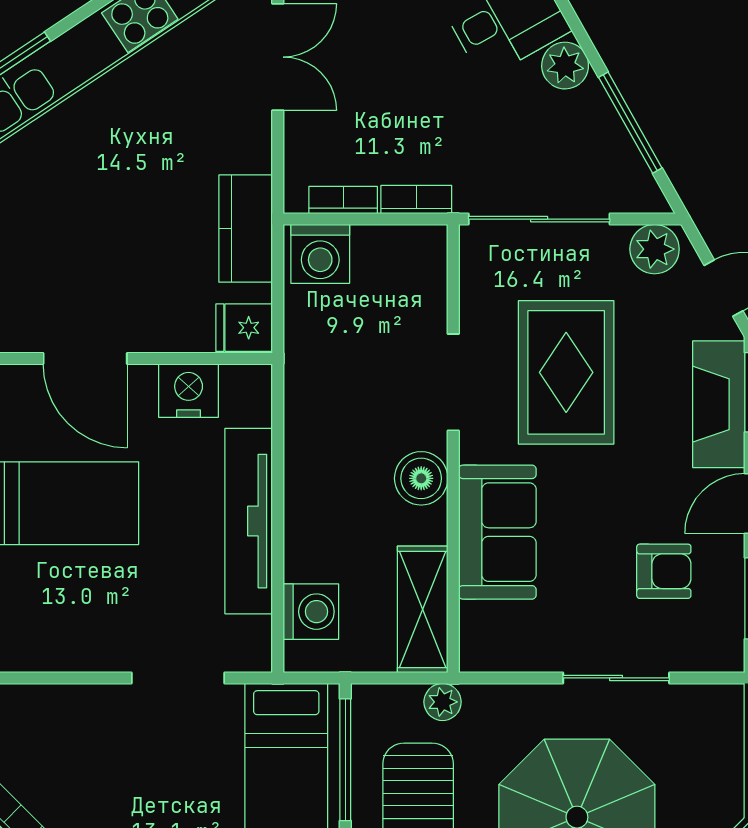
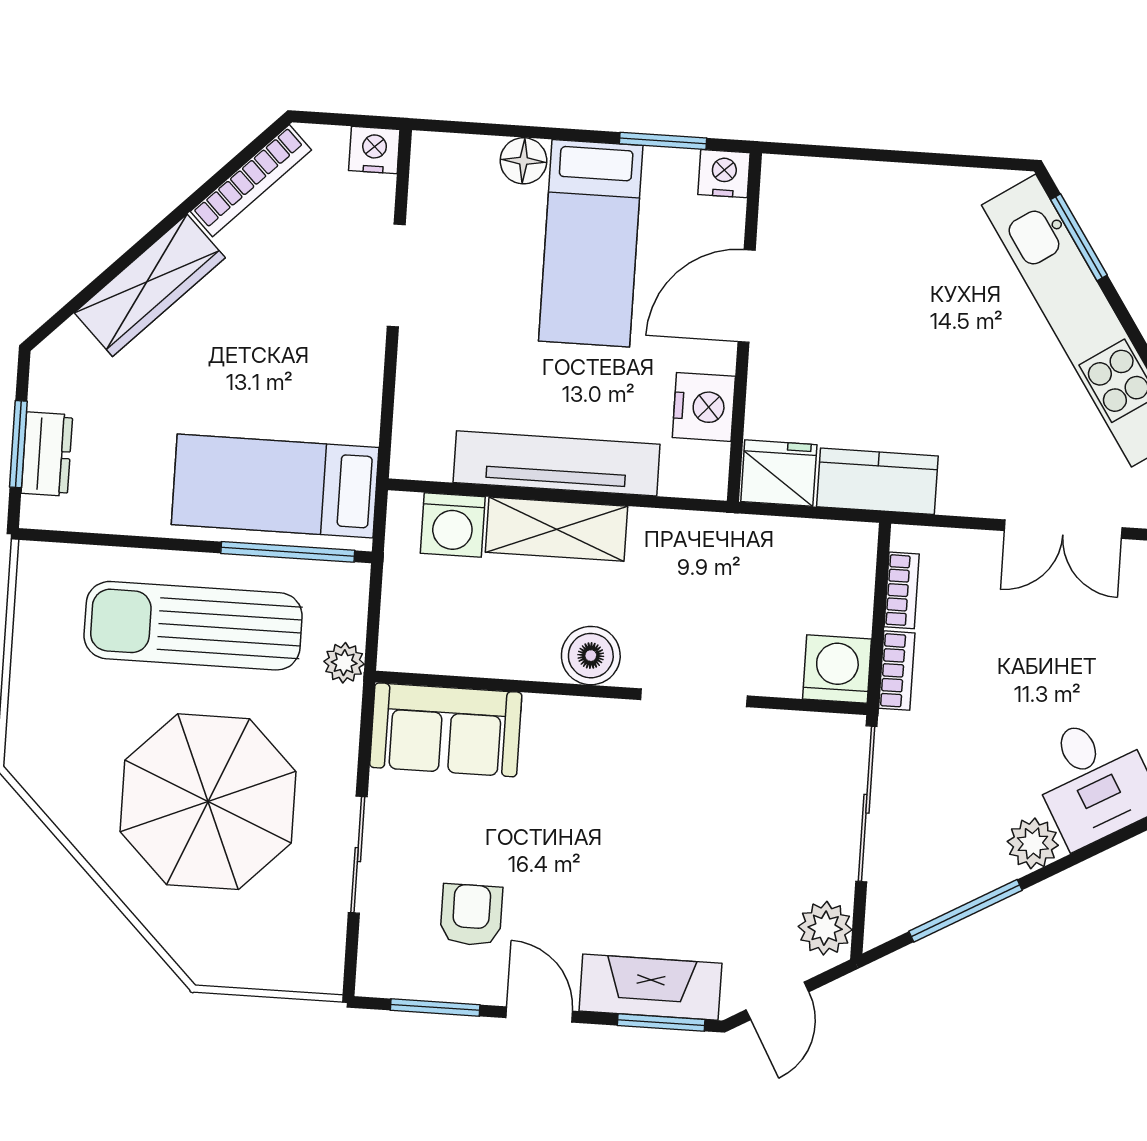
washing machine: (320, 254) -> (837, 669), moved, turned 90
fridge: (244, 328) -> (779, 473), width x1.38
rug: (566, 372) -> (696, 822), removed
sofa: (497, 532) -> (446, 730), moved
armchair: (664, 571) -> (471, 915), turned 180
shelving: (423, 609) -> (556, 529), moved
doorway: (178, 678) -> (396, 275), moved

